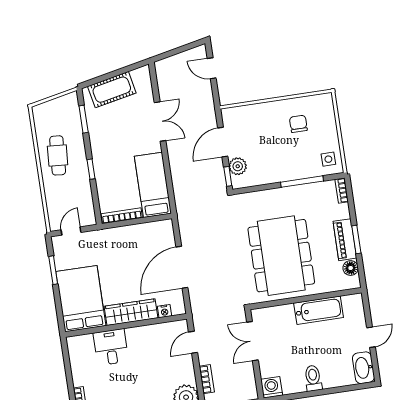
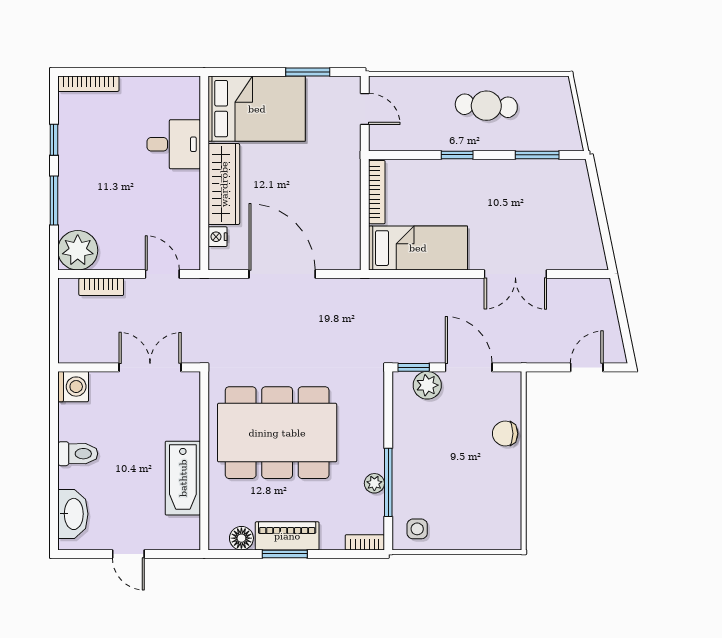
cot: (112, 90) -> (577, 206), removed
chair: (298, 124) -> (505, 434), moved, turned 180
plant: (304, 190) -> (374, 483), added
washbasin: (363, 368) -> (73, 514), moved, turned 90

